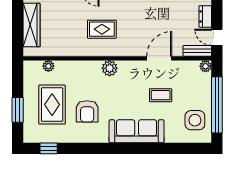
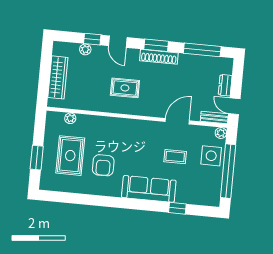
plant: (110, 68) -> (129, 126), removed
side table: (195, 120) -> (211, 156), moved
window: (49, 148) -> (177, 208), moved

